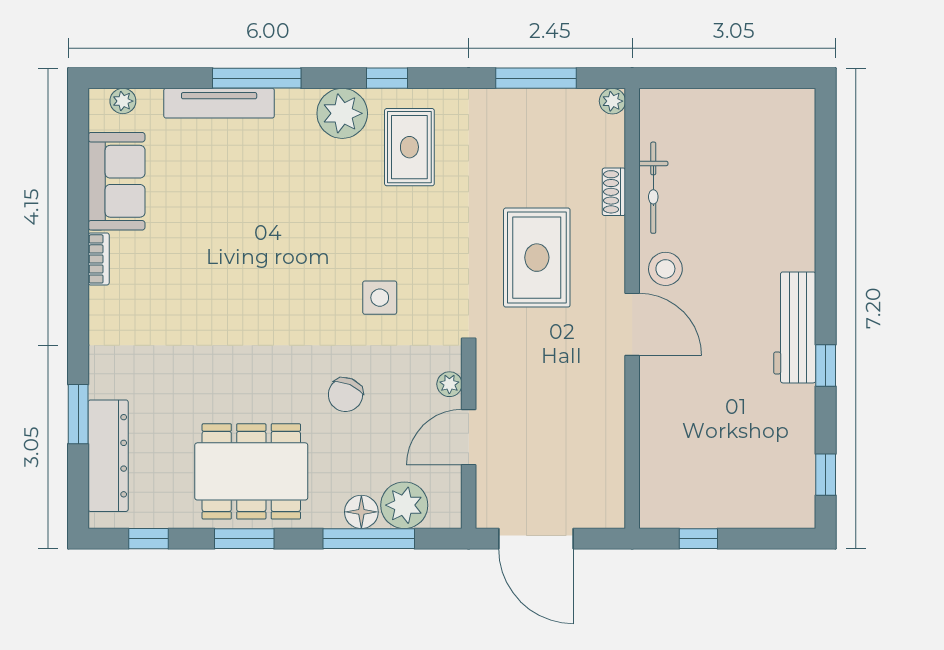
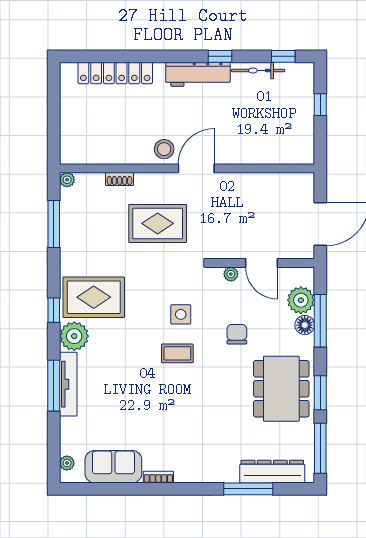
tv unit: (219, 103) -> (68, 384), moved
rug: (409, 147) -> (94, 297), width x1.36, depth x1.43
locker: (797, 184) -> (115, 73), added
bicycle: (653, 188) -> (258, 71), moved, turned 180
coffee table: (312, 292) -> (177, 353), added
chair: (346, 395) -> (237, 334), turned -113
window: (78, 414) -> (248, 489), width x1.44
window: (148, 539) -> (320, 448), width x2.17
window: (698, 539) -> (320, 105), moved

